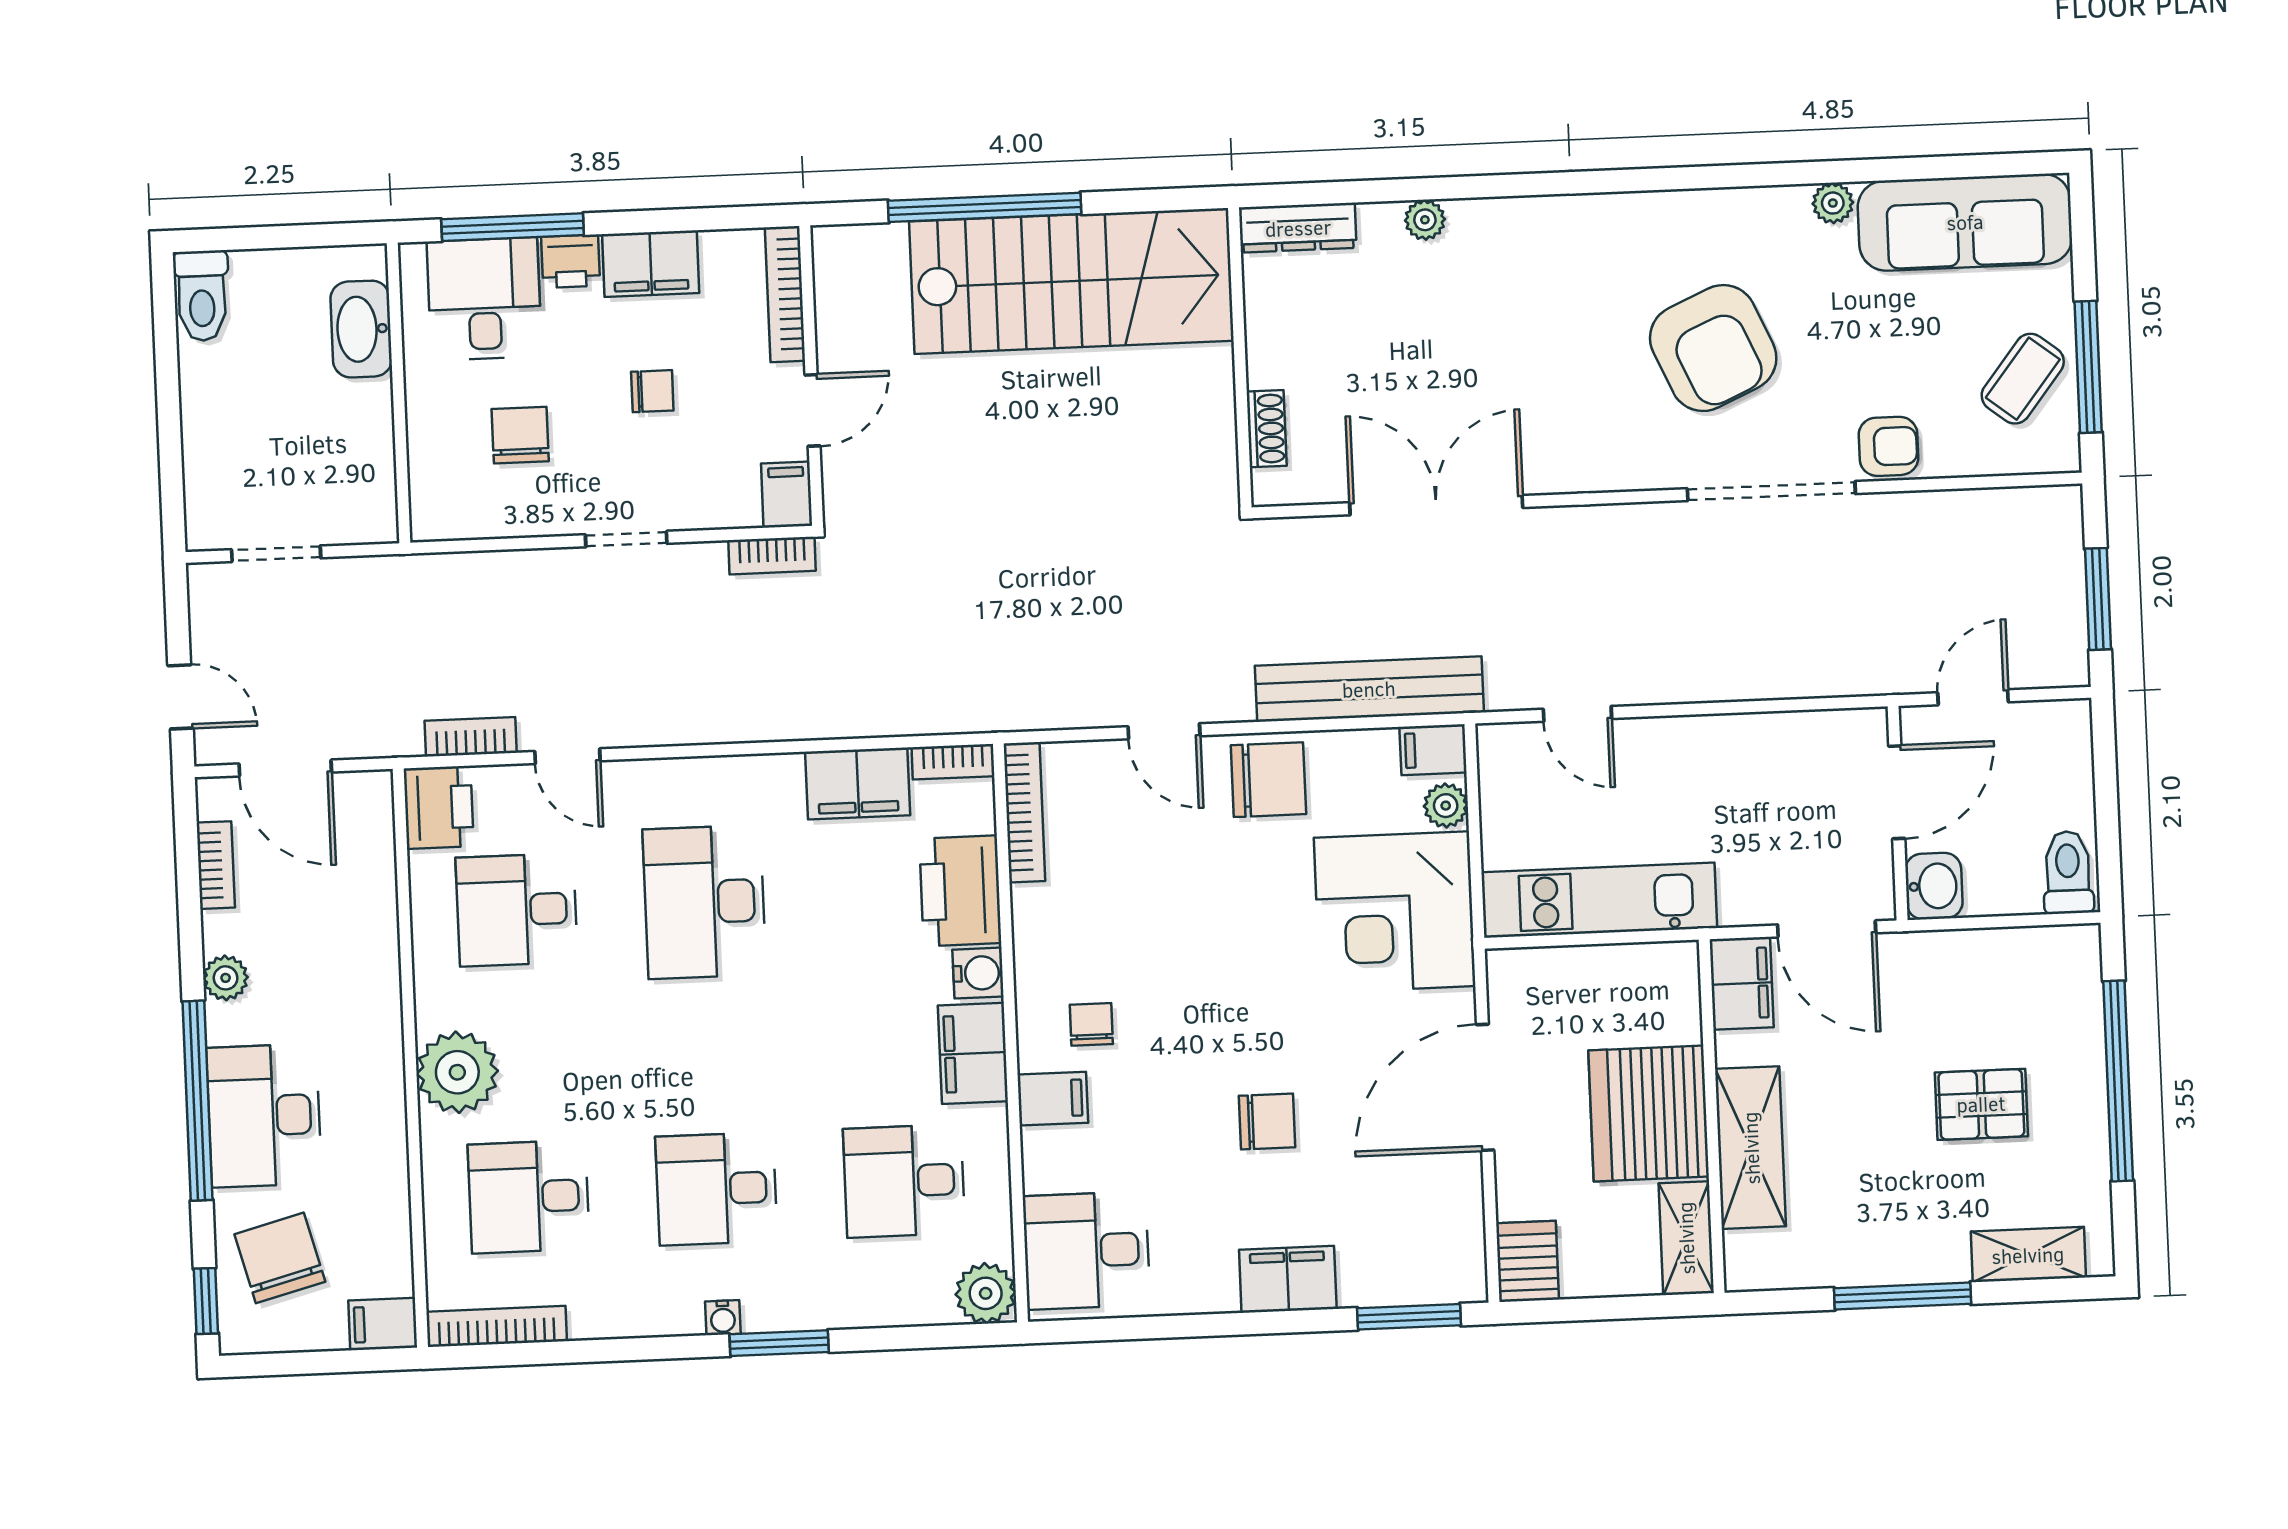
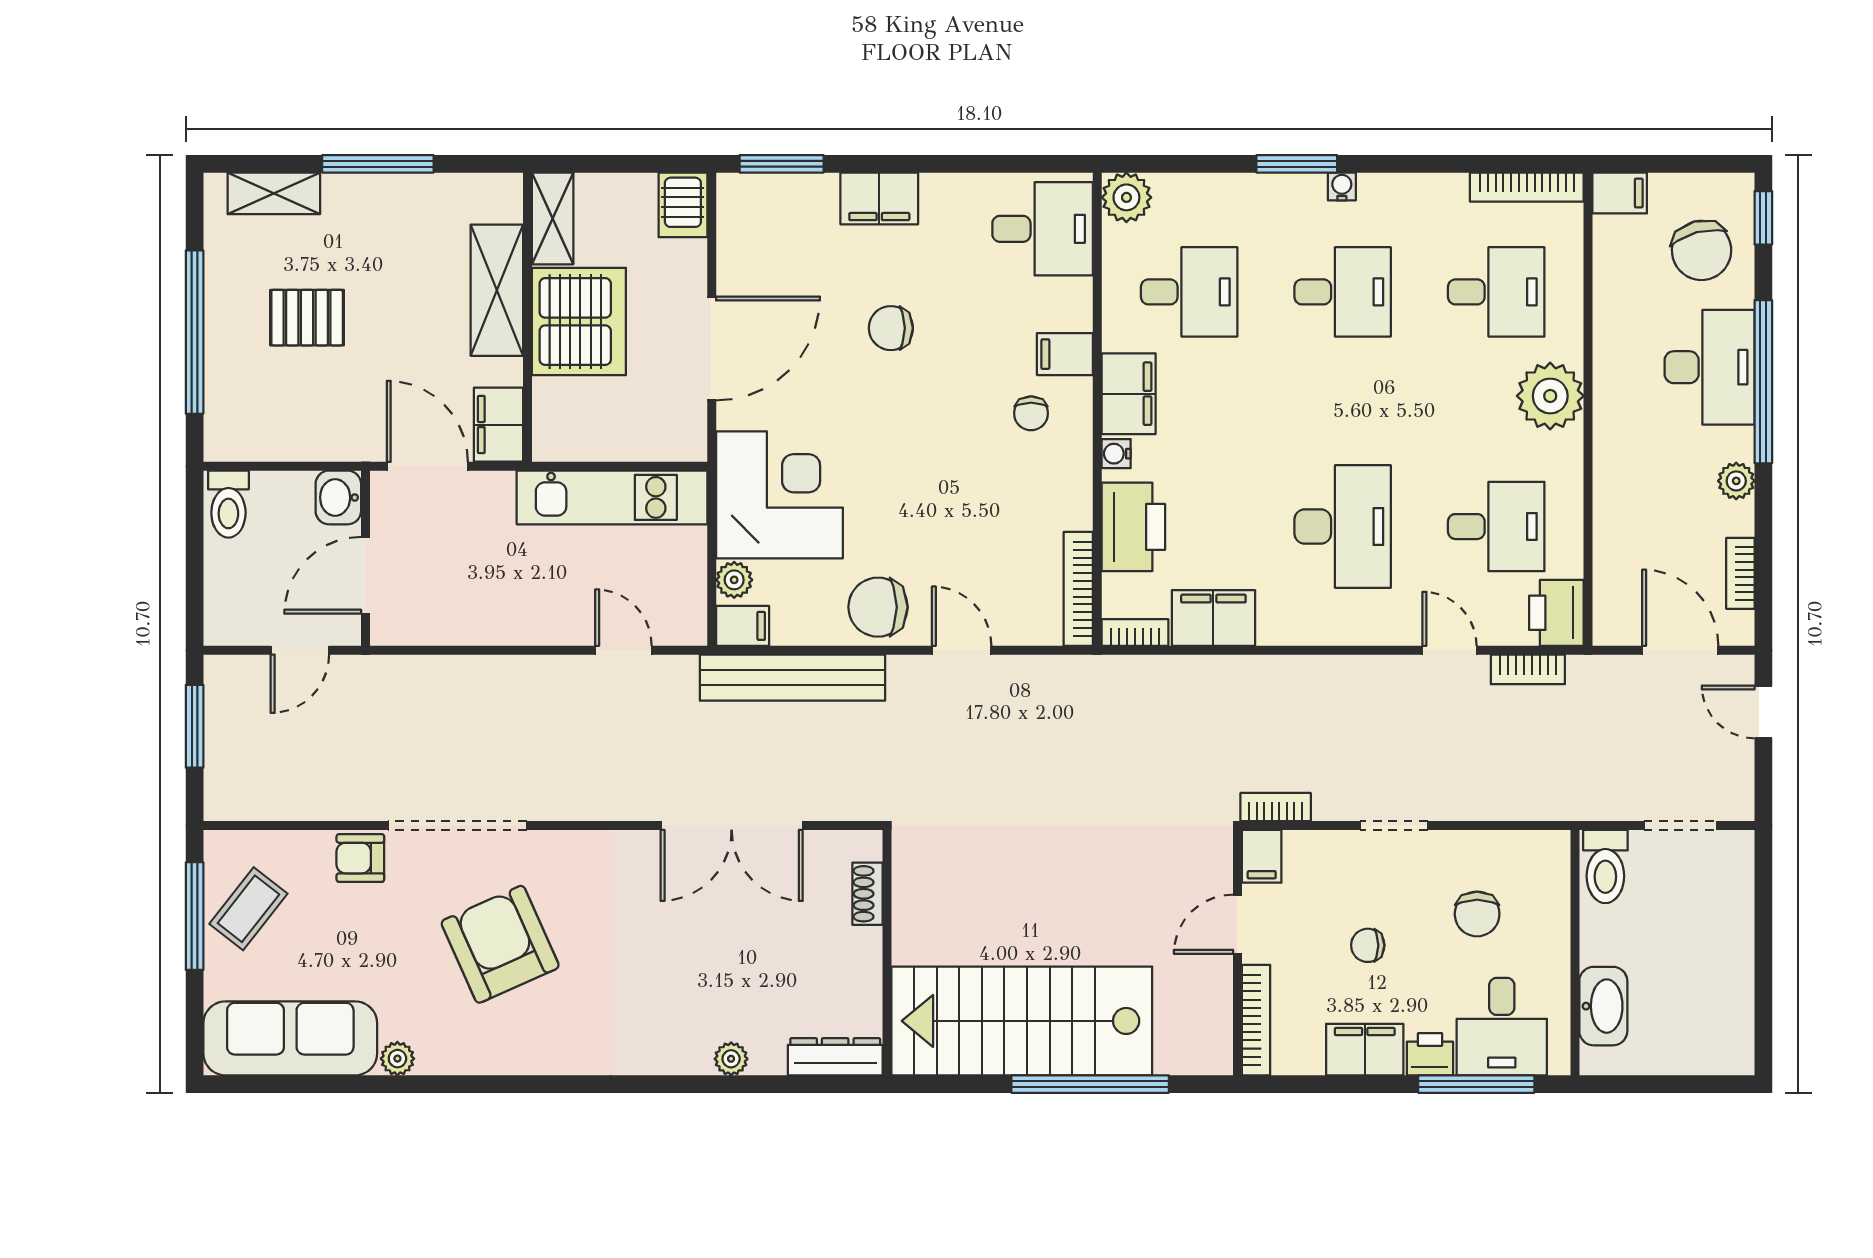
toilet: (202, 296) -> (1605, 867), moved, turned 180
water cooler: (978, 973) -> (1116, 454), width x0.72, depth x0.72

